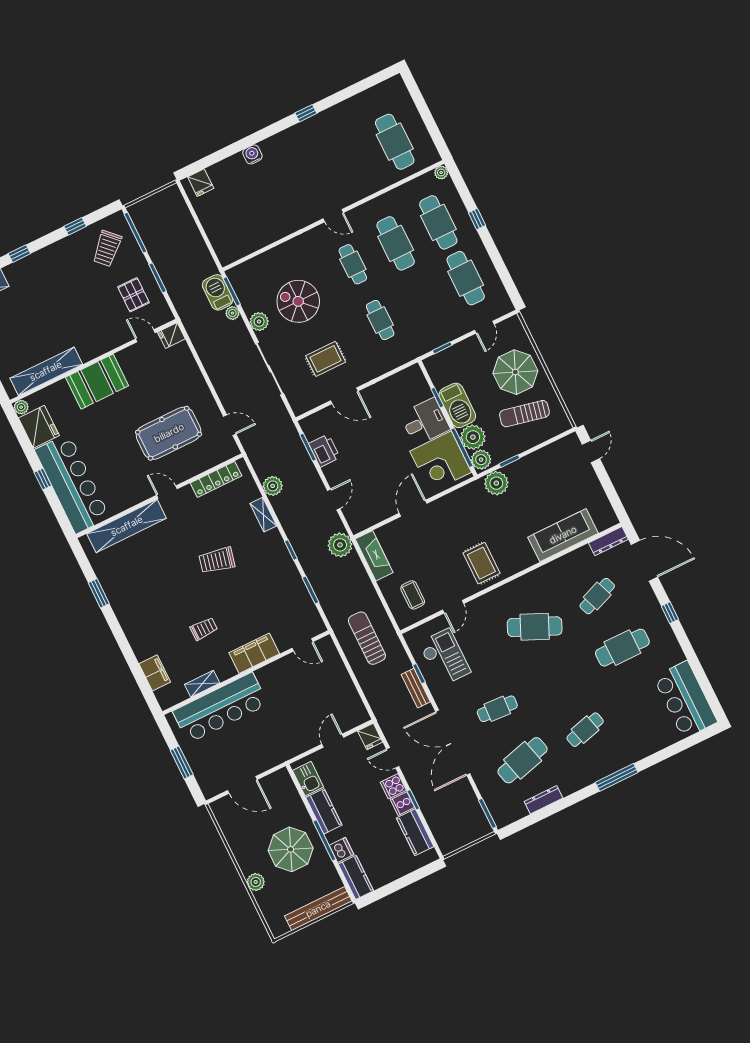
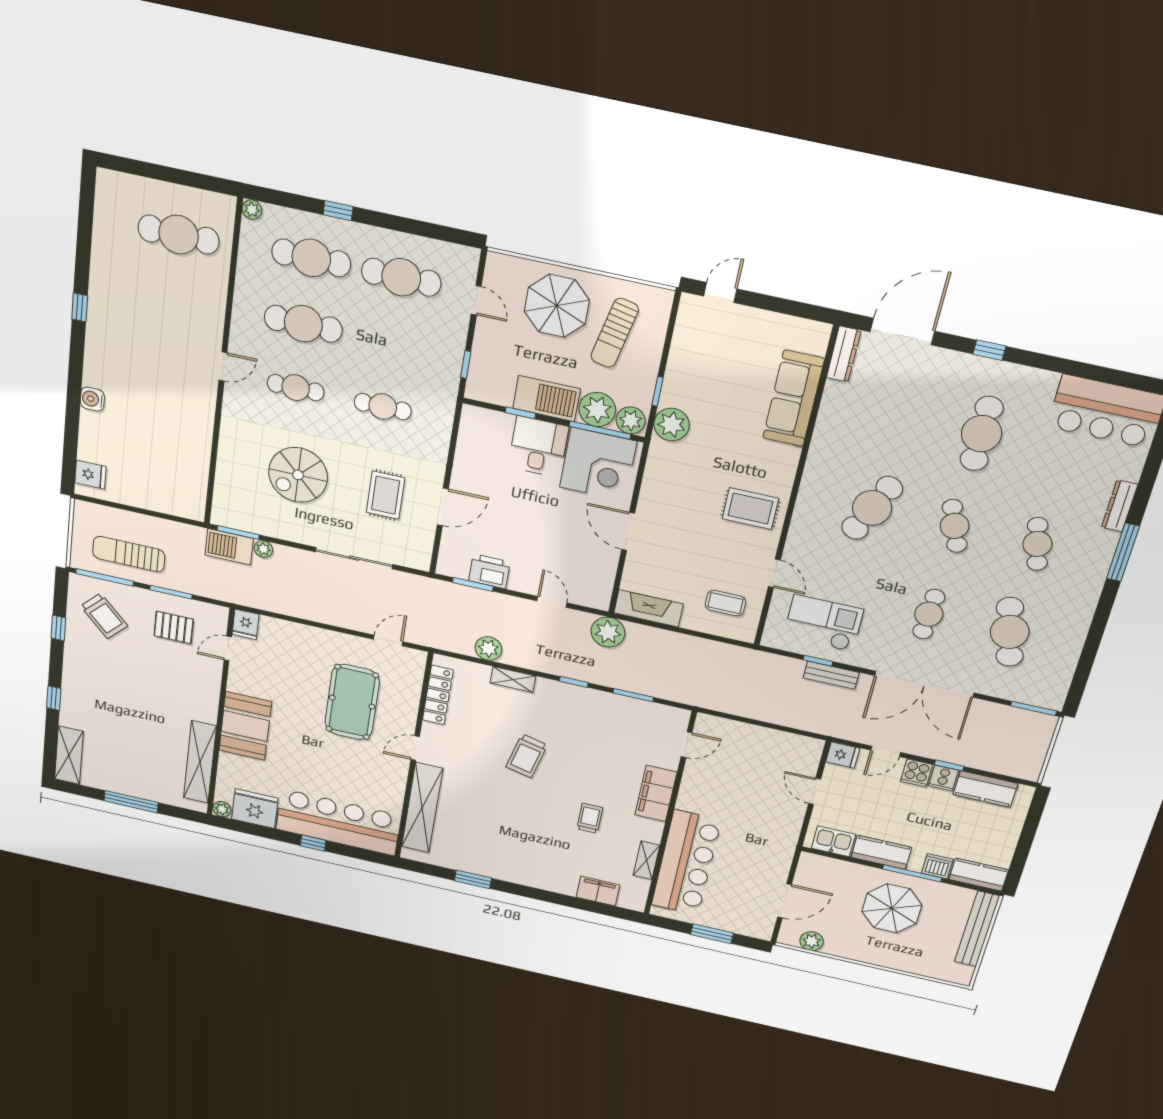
plant: (259, 322) -> (293, 530), removed
door: (591, 451) -> (720, 293), hinge flipped
cafe table: (597, 596) -> (955, 526), moved
sun lounger: (367, 638) -> (129, 554), moved
dresser: (544, 800) -> (1120, 506), moved
plant: (256, 882) -> (812, 941), moved

